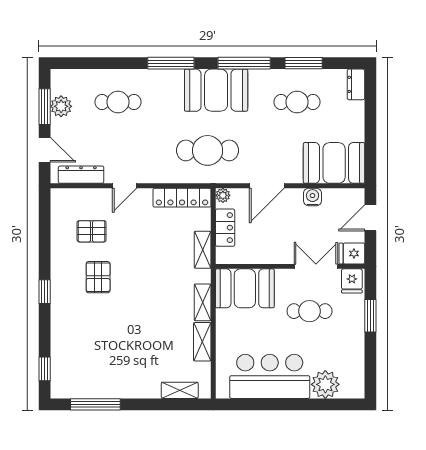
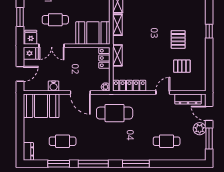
booth: (216, 90) -> (110, 148), removed
plant: (61, 106) -> (200, 129), moved
door: (267, 186) -> (80, 93), swing flipped
locker: (225, 228) -> (104, 58), moved

